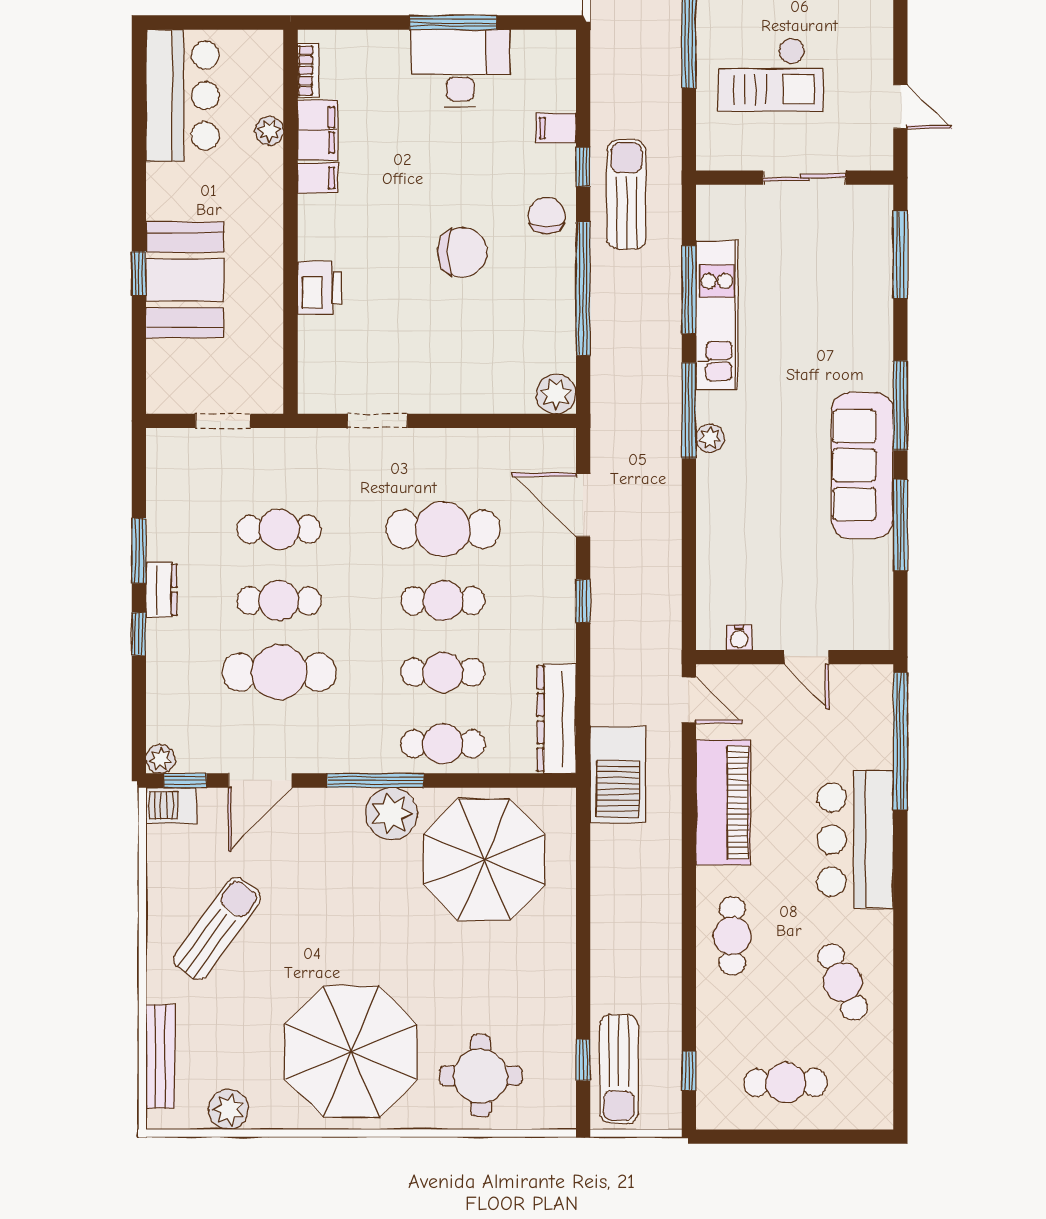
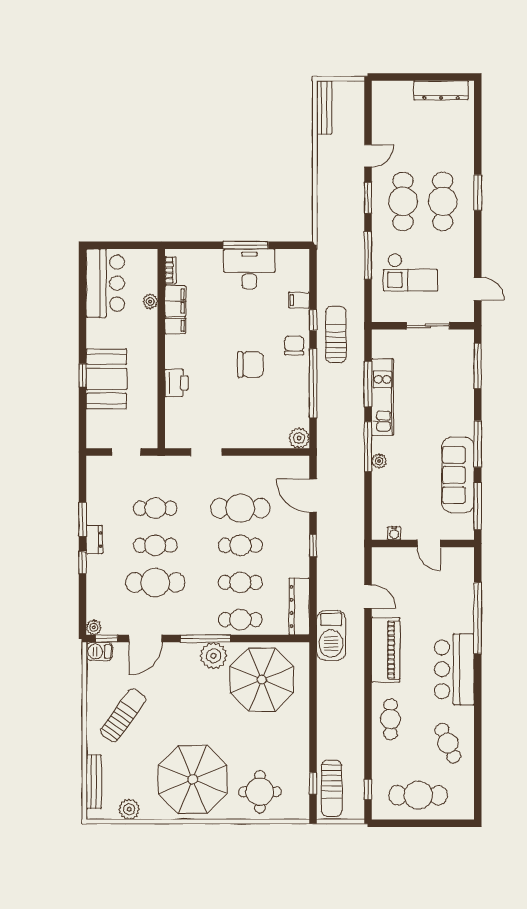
water cooler: (739, 637) -> (394, 533), moved
wall: (795, 657) -> (423, 543), moved
door: (806, 657) -> (429, 543), moved
cafe table: (786, 1083) -> (418, 795), width x1.37, depth x1.35

